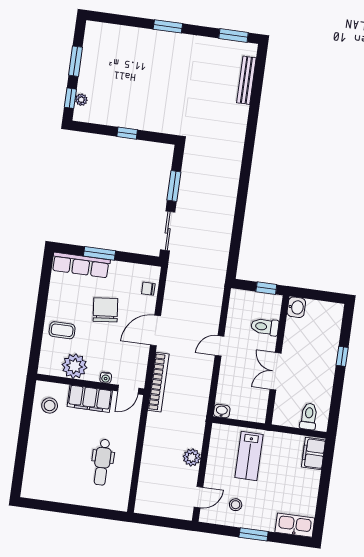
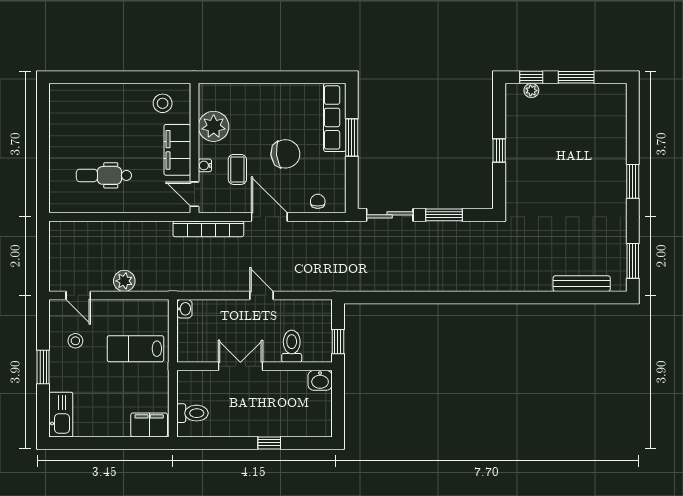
coffee table: (62, 330) -> (237, 169), moved

